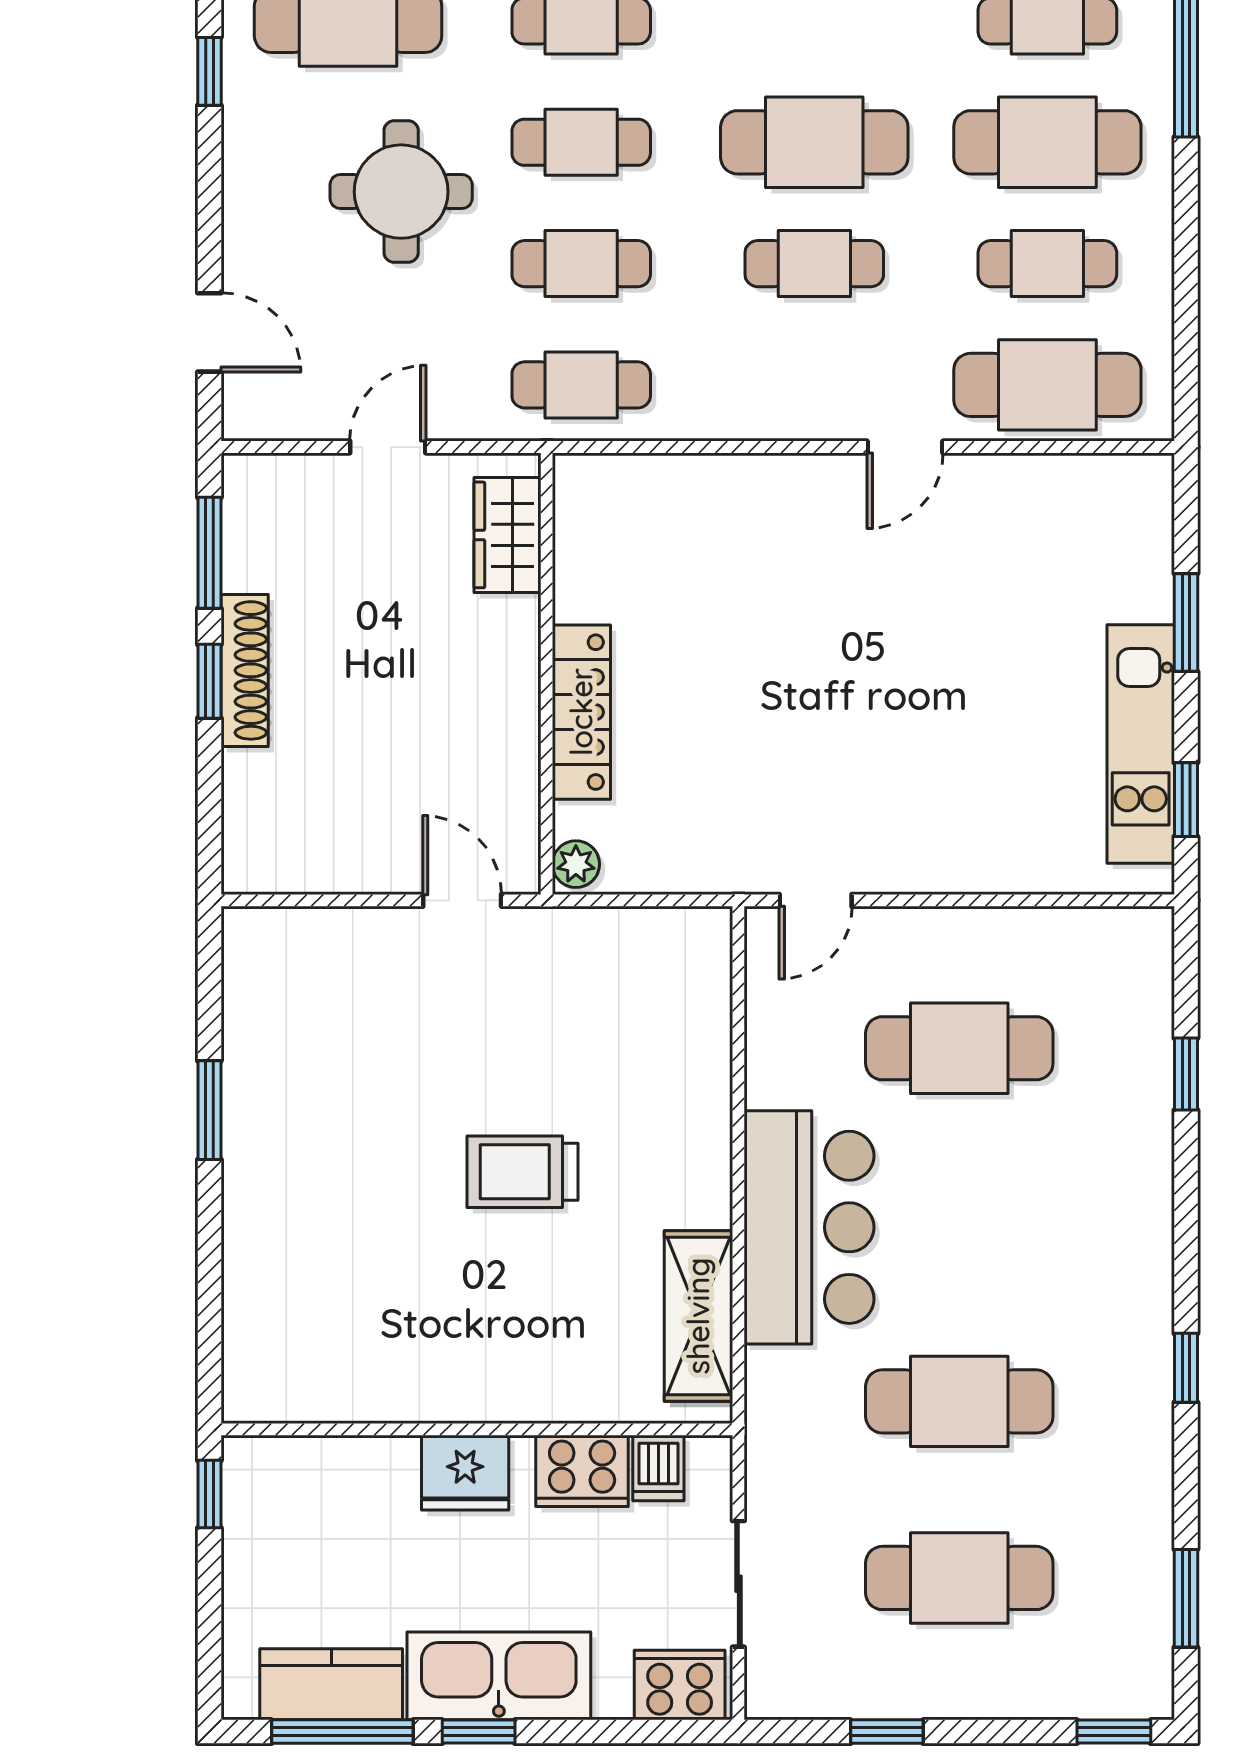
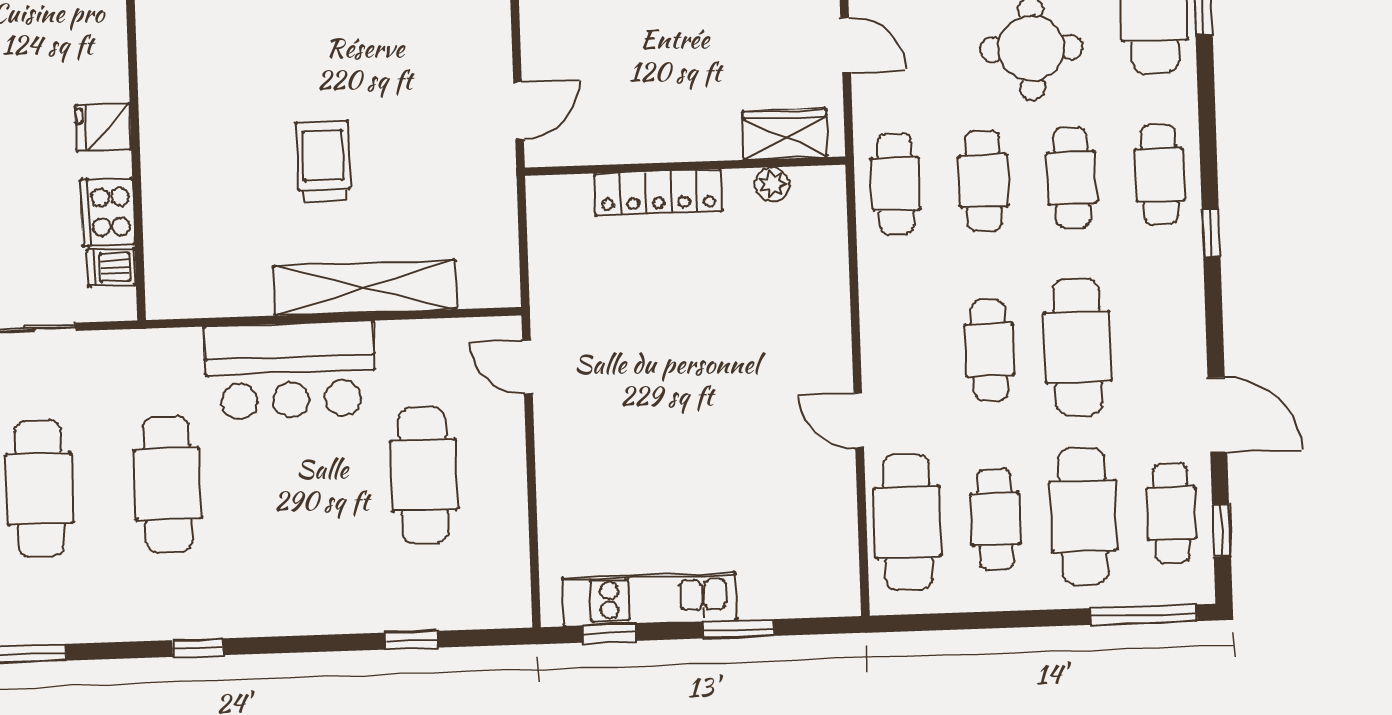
plant: (576, 864) -> (772, 184), moved
shelving: (698, 1316) -> (365, 288), moved, width x1.47
fridge: (465, 1473) -> (103, 127), width x0.72

